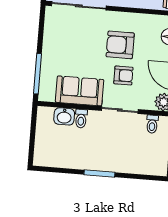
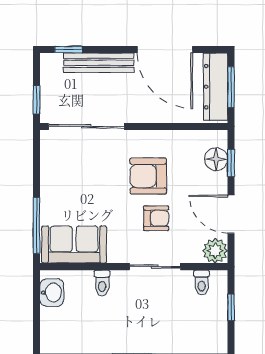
sofa: (80, 91) -> (74, 245), moved
washbasin: (64, 116) -> (52, 292), moved, turned -90

